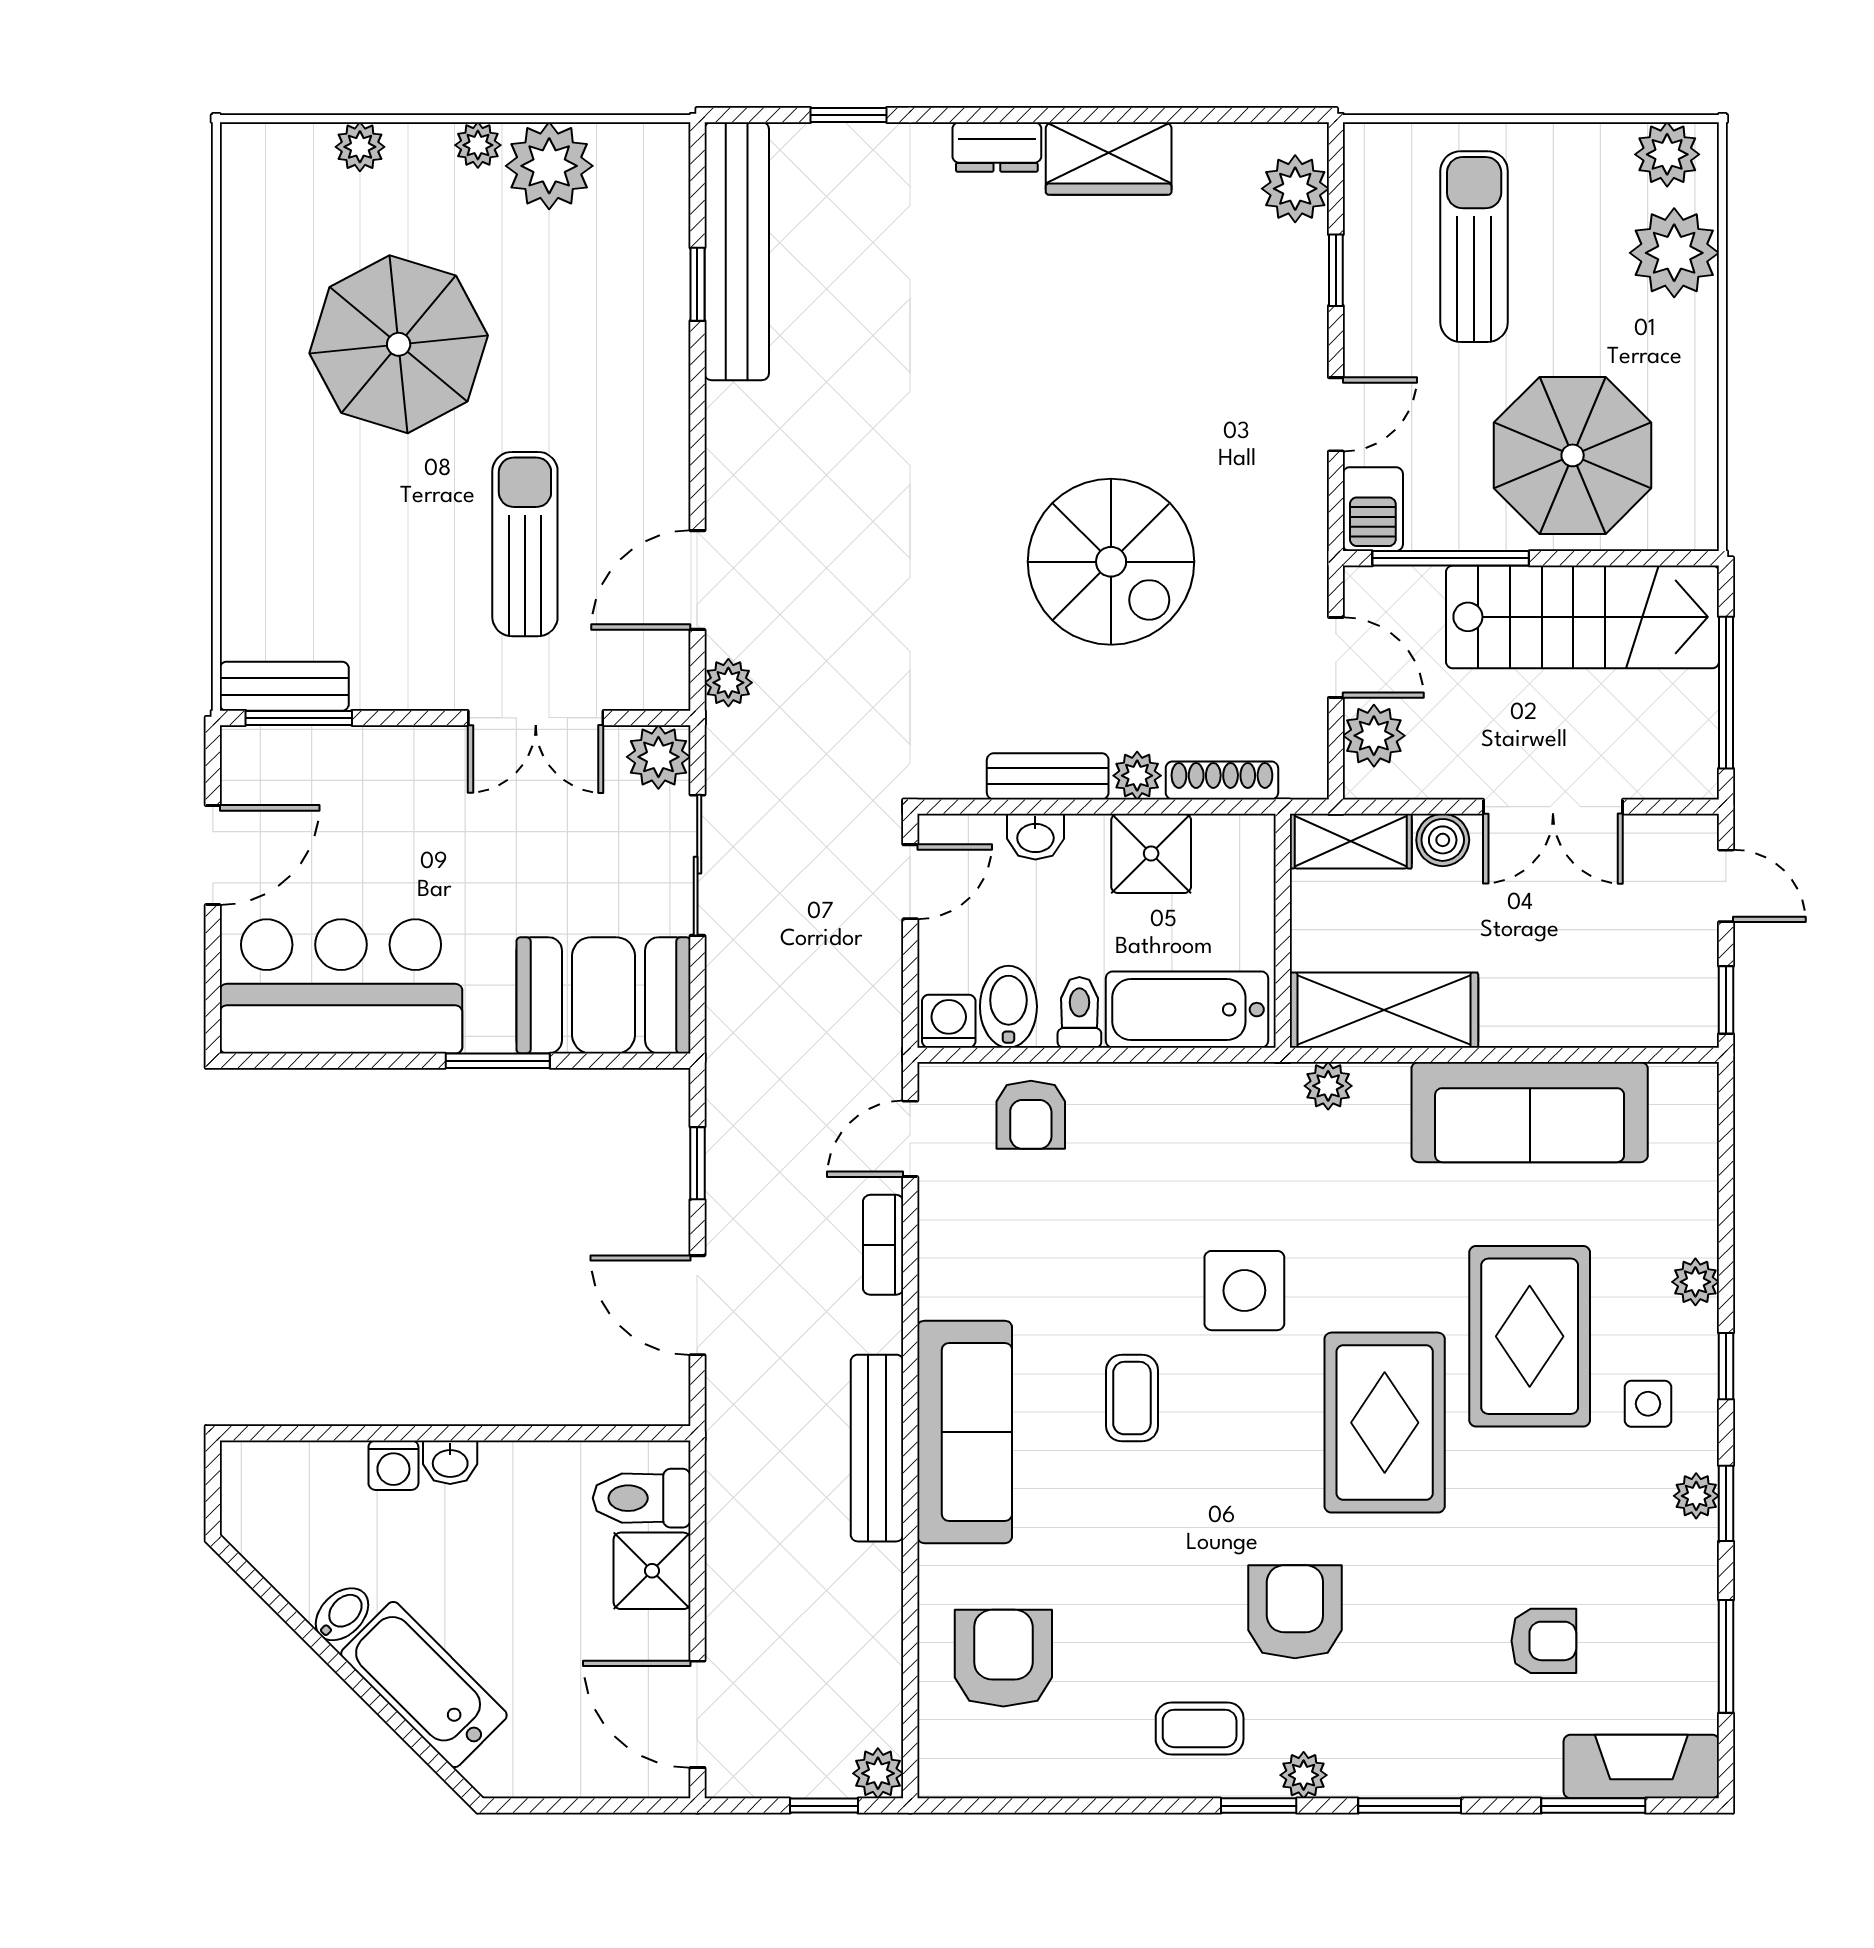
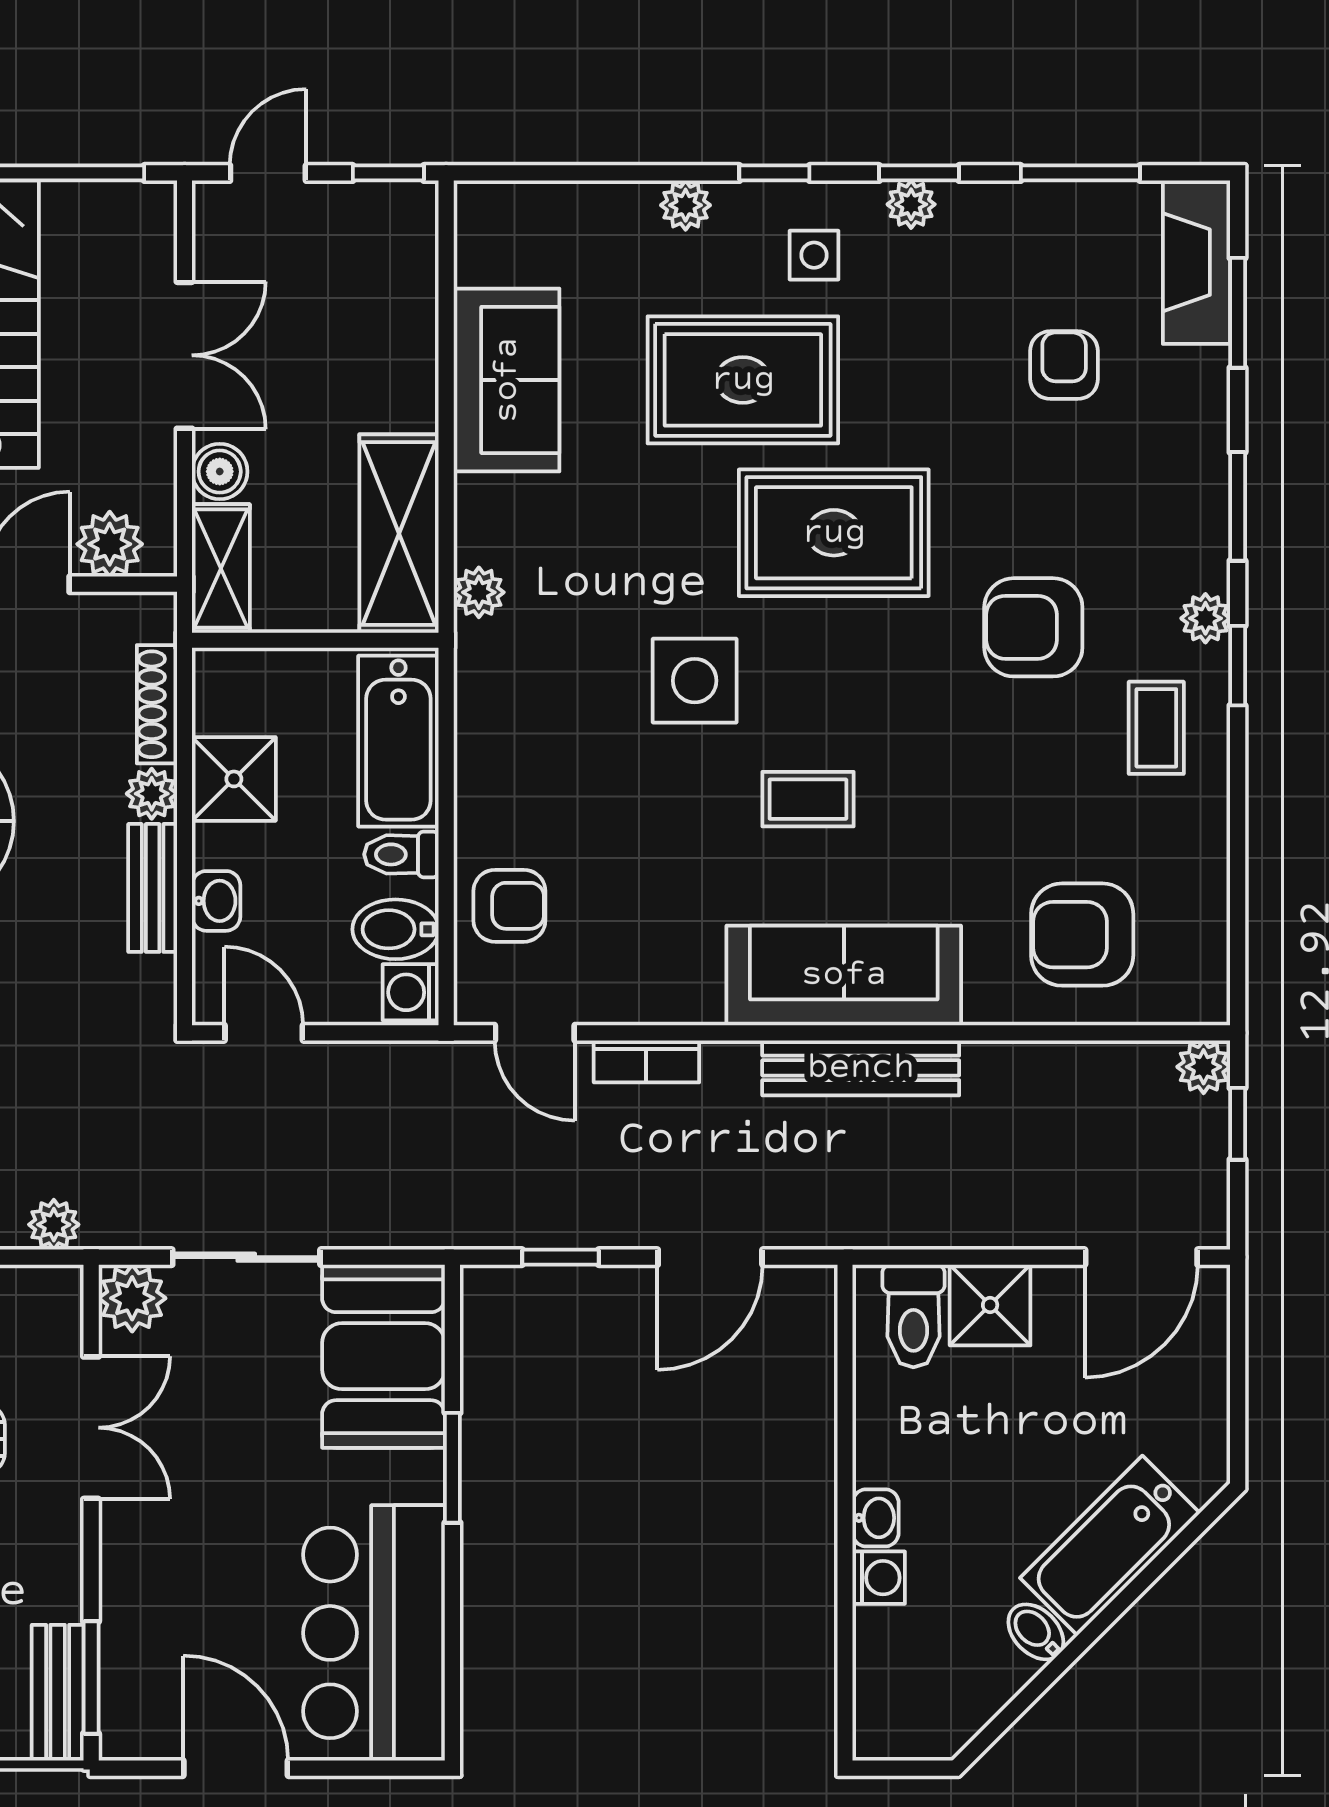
sofa: (1530, 1112) -> (507, 380), width x0.73

